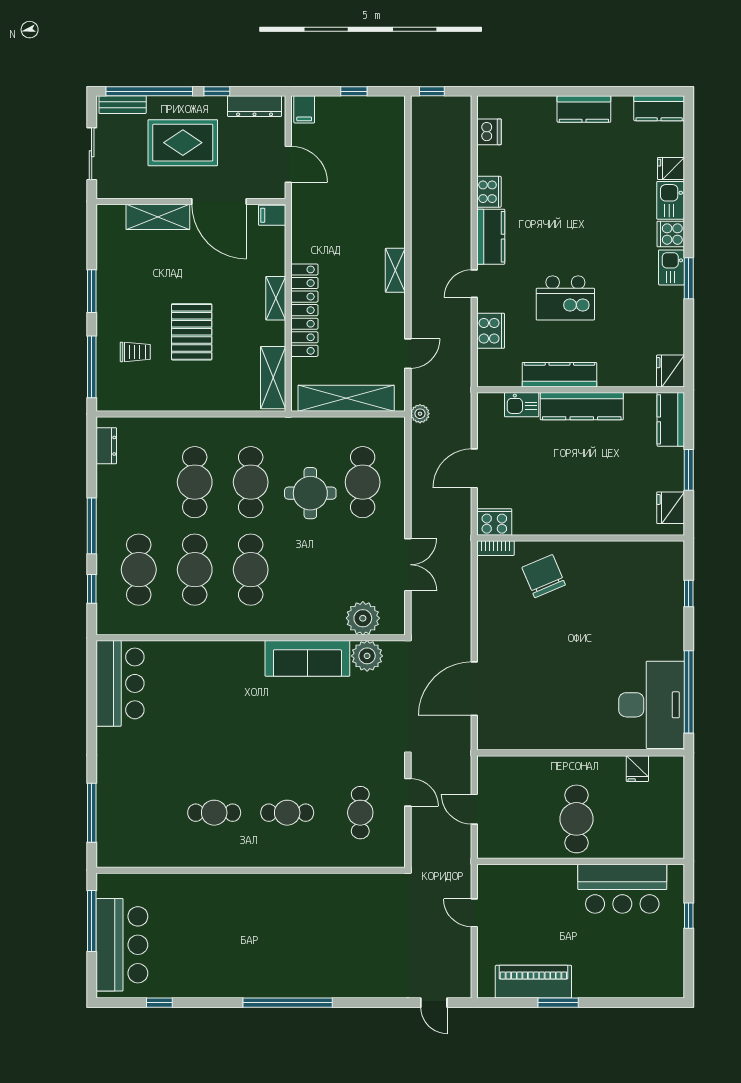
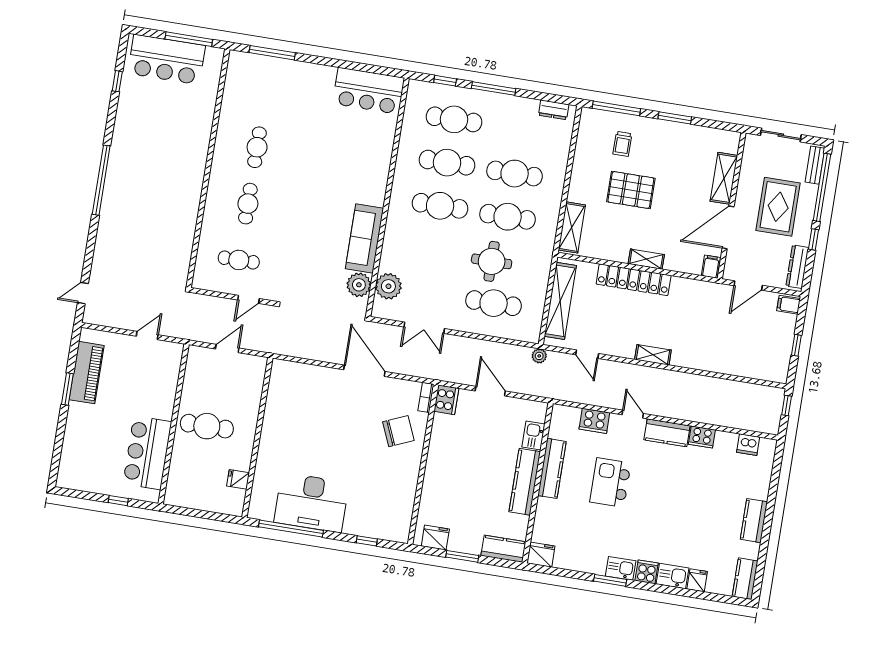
shelving: (273, 378) -> (572, 227), moved, turned 90
door: (474, 689) -> (364, 371), moved
desk: (652, 705) -> (311, 502), moved

